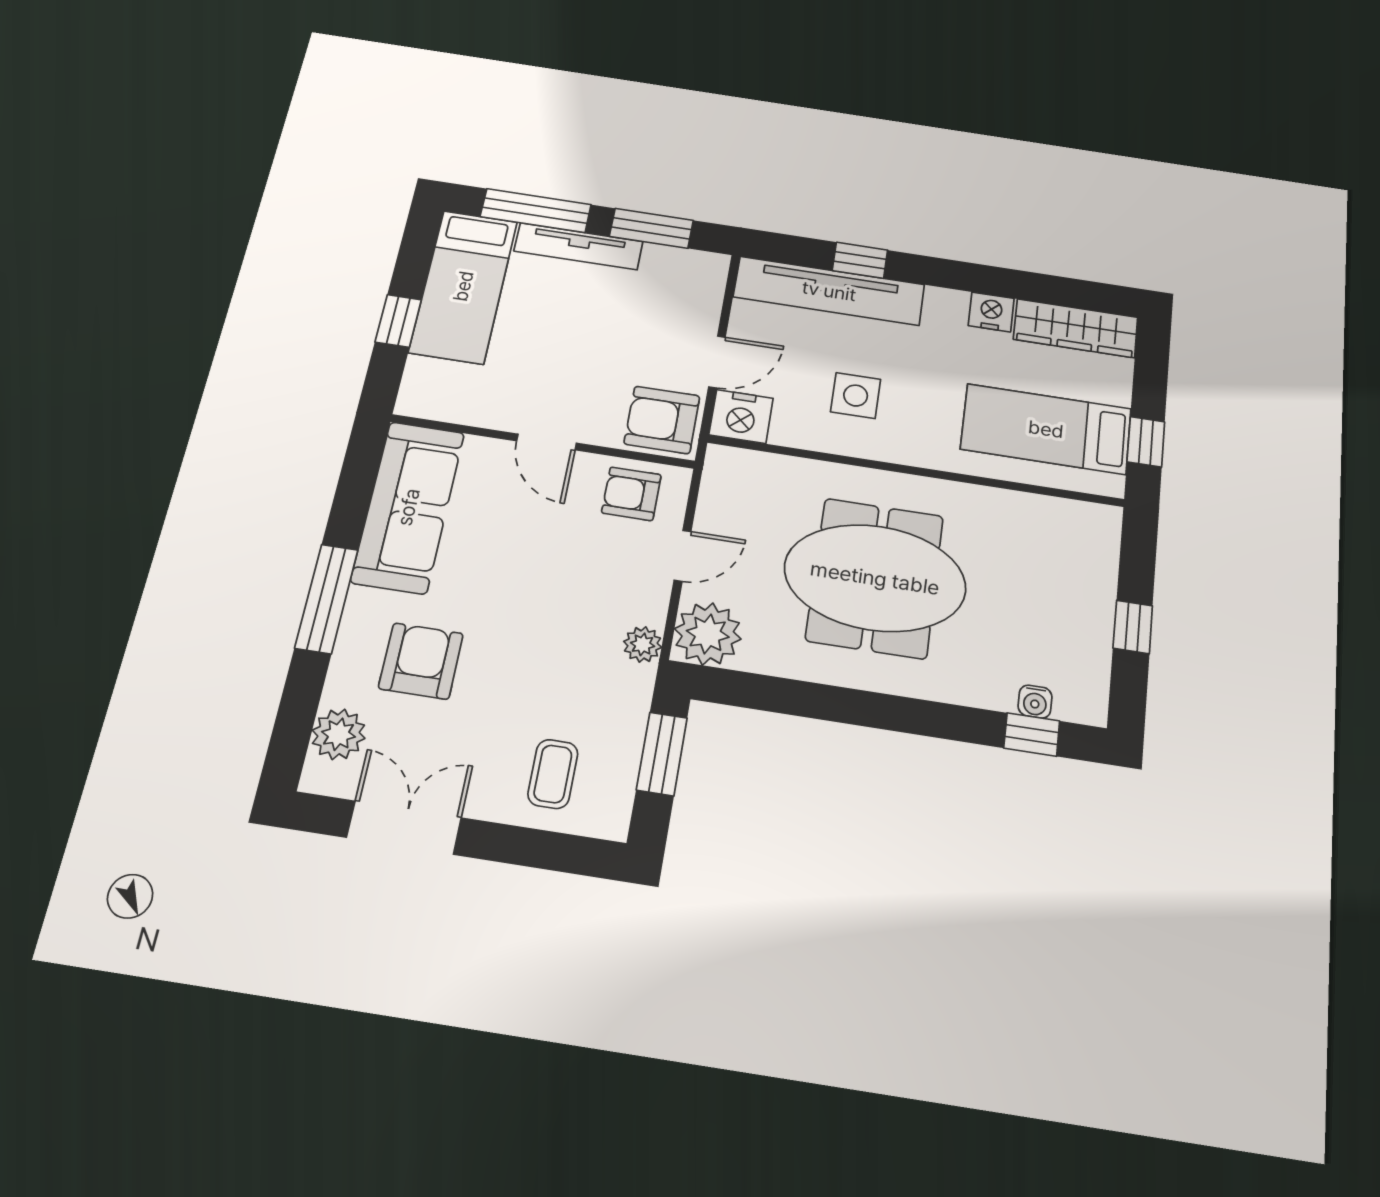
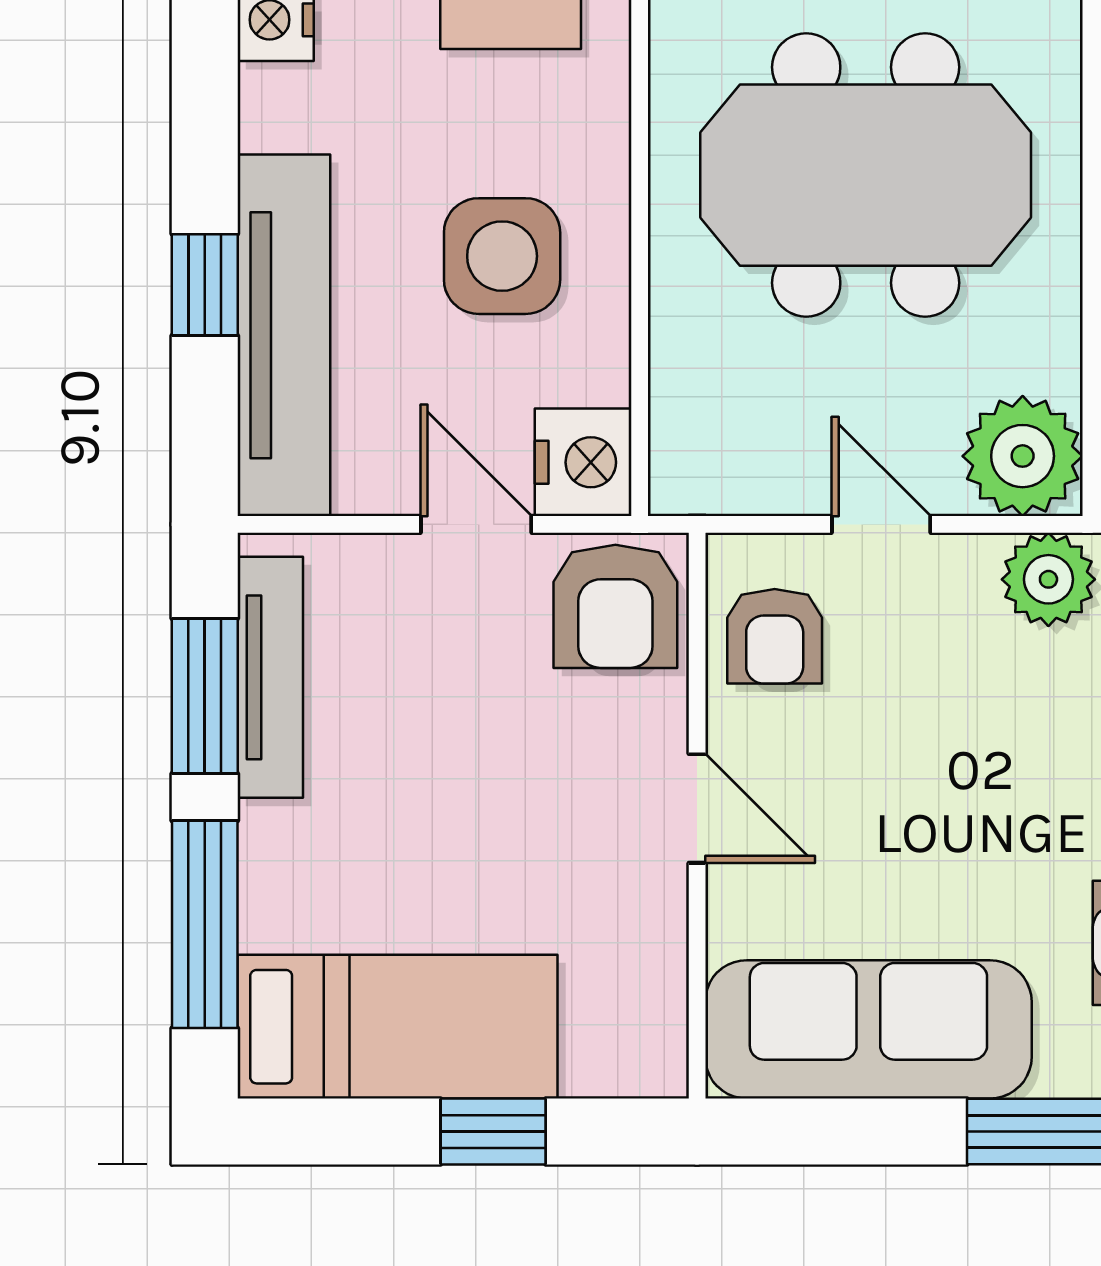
tv unit: (579, 246) -> (270, 677), moved
side table: (856, 396) -> (502, 256), width x1.37, depth x1.37
door: (547, 442) -> (697, 808), hinge flipped
meeting table: (875, 578) -> (866, 175), turned 90
plant: (643, 644) -> (1048, 579), width x1.38, depth x1.38

